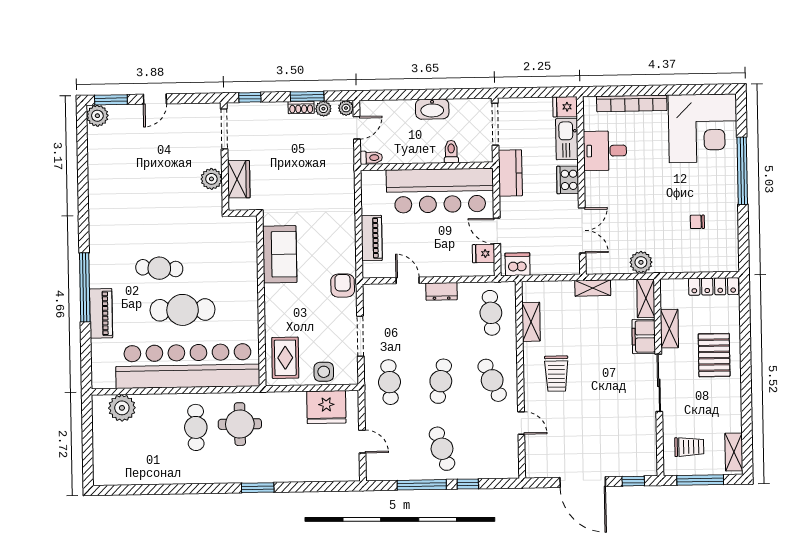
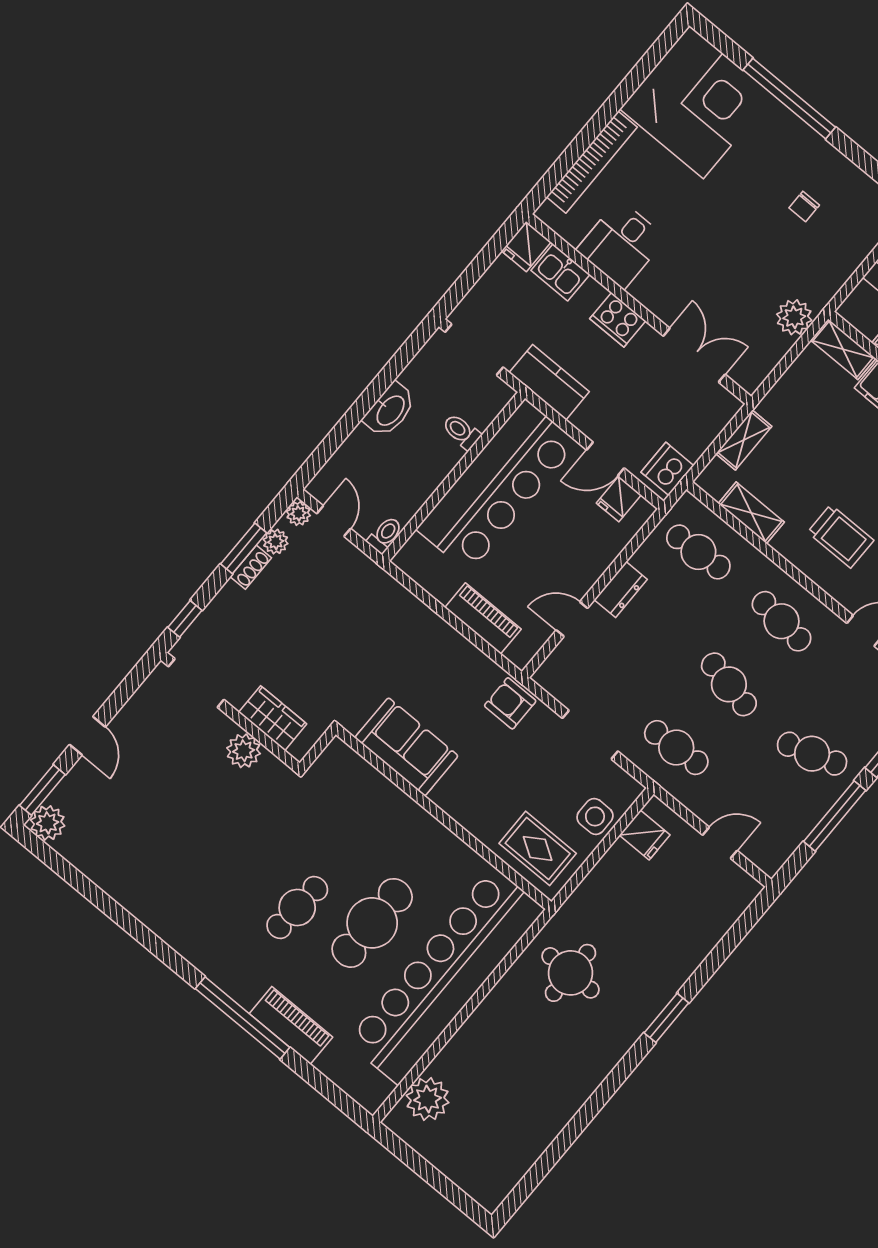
kitchen sink: (567, 139) -> (560, 272), width x0.73
shelving: (593, 288) -> (744, 440), moved
cafe table: (492, 380) -> (782, 621), turned 30
fridge: (326, 407) -> (645, 835), width x0.53, depth x0.75
cafe table: (196, 427) -> (529, 1030), removed

